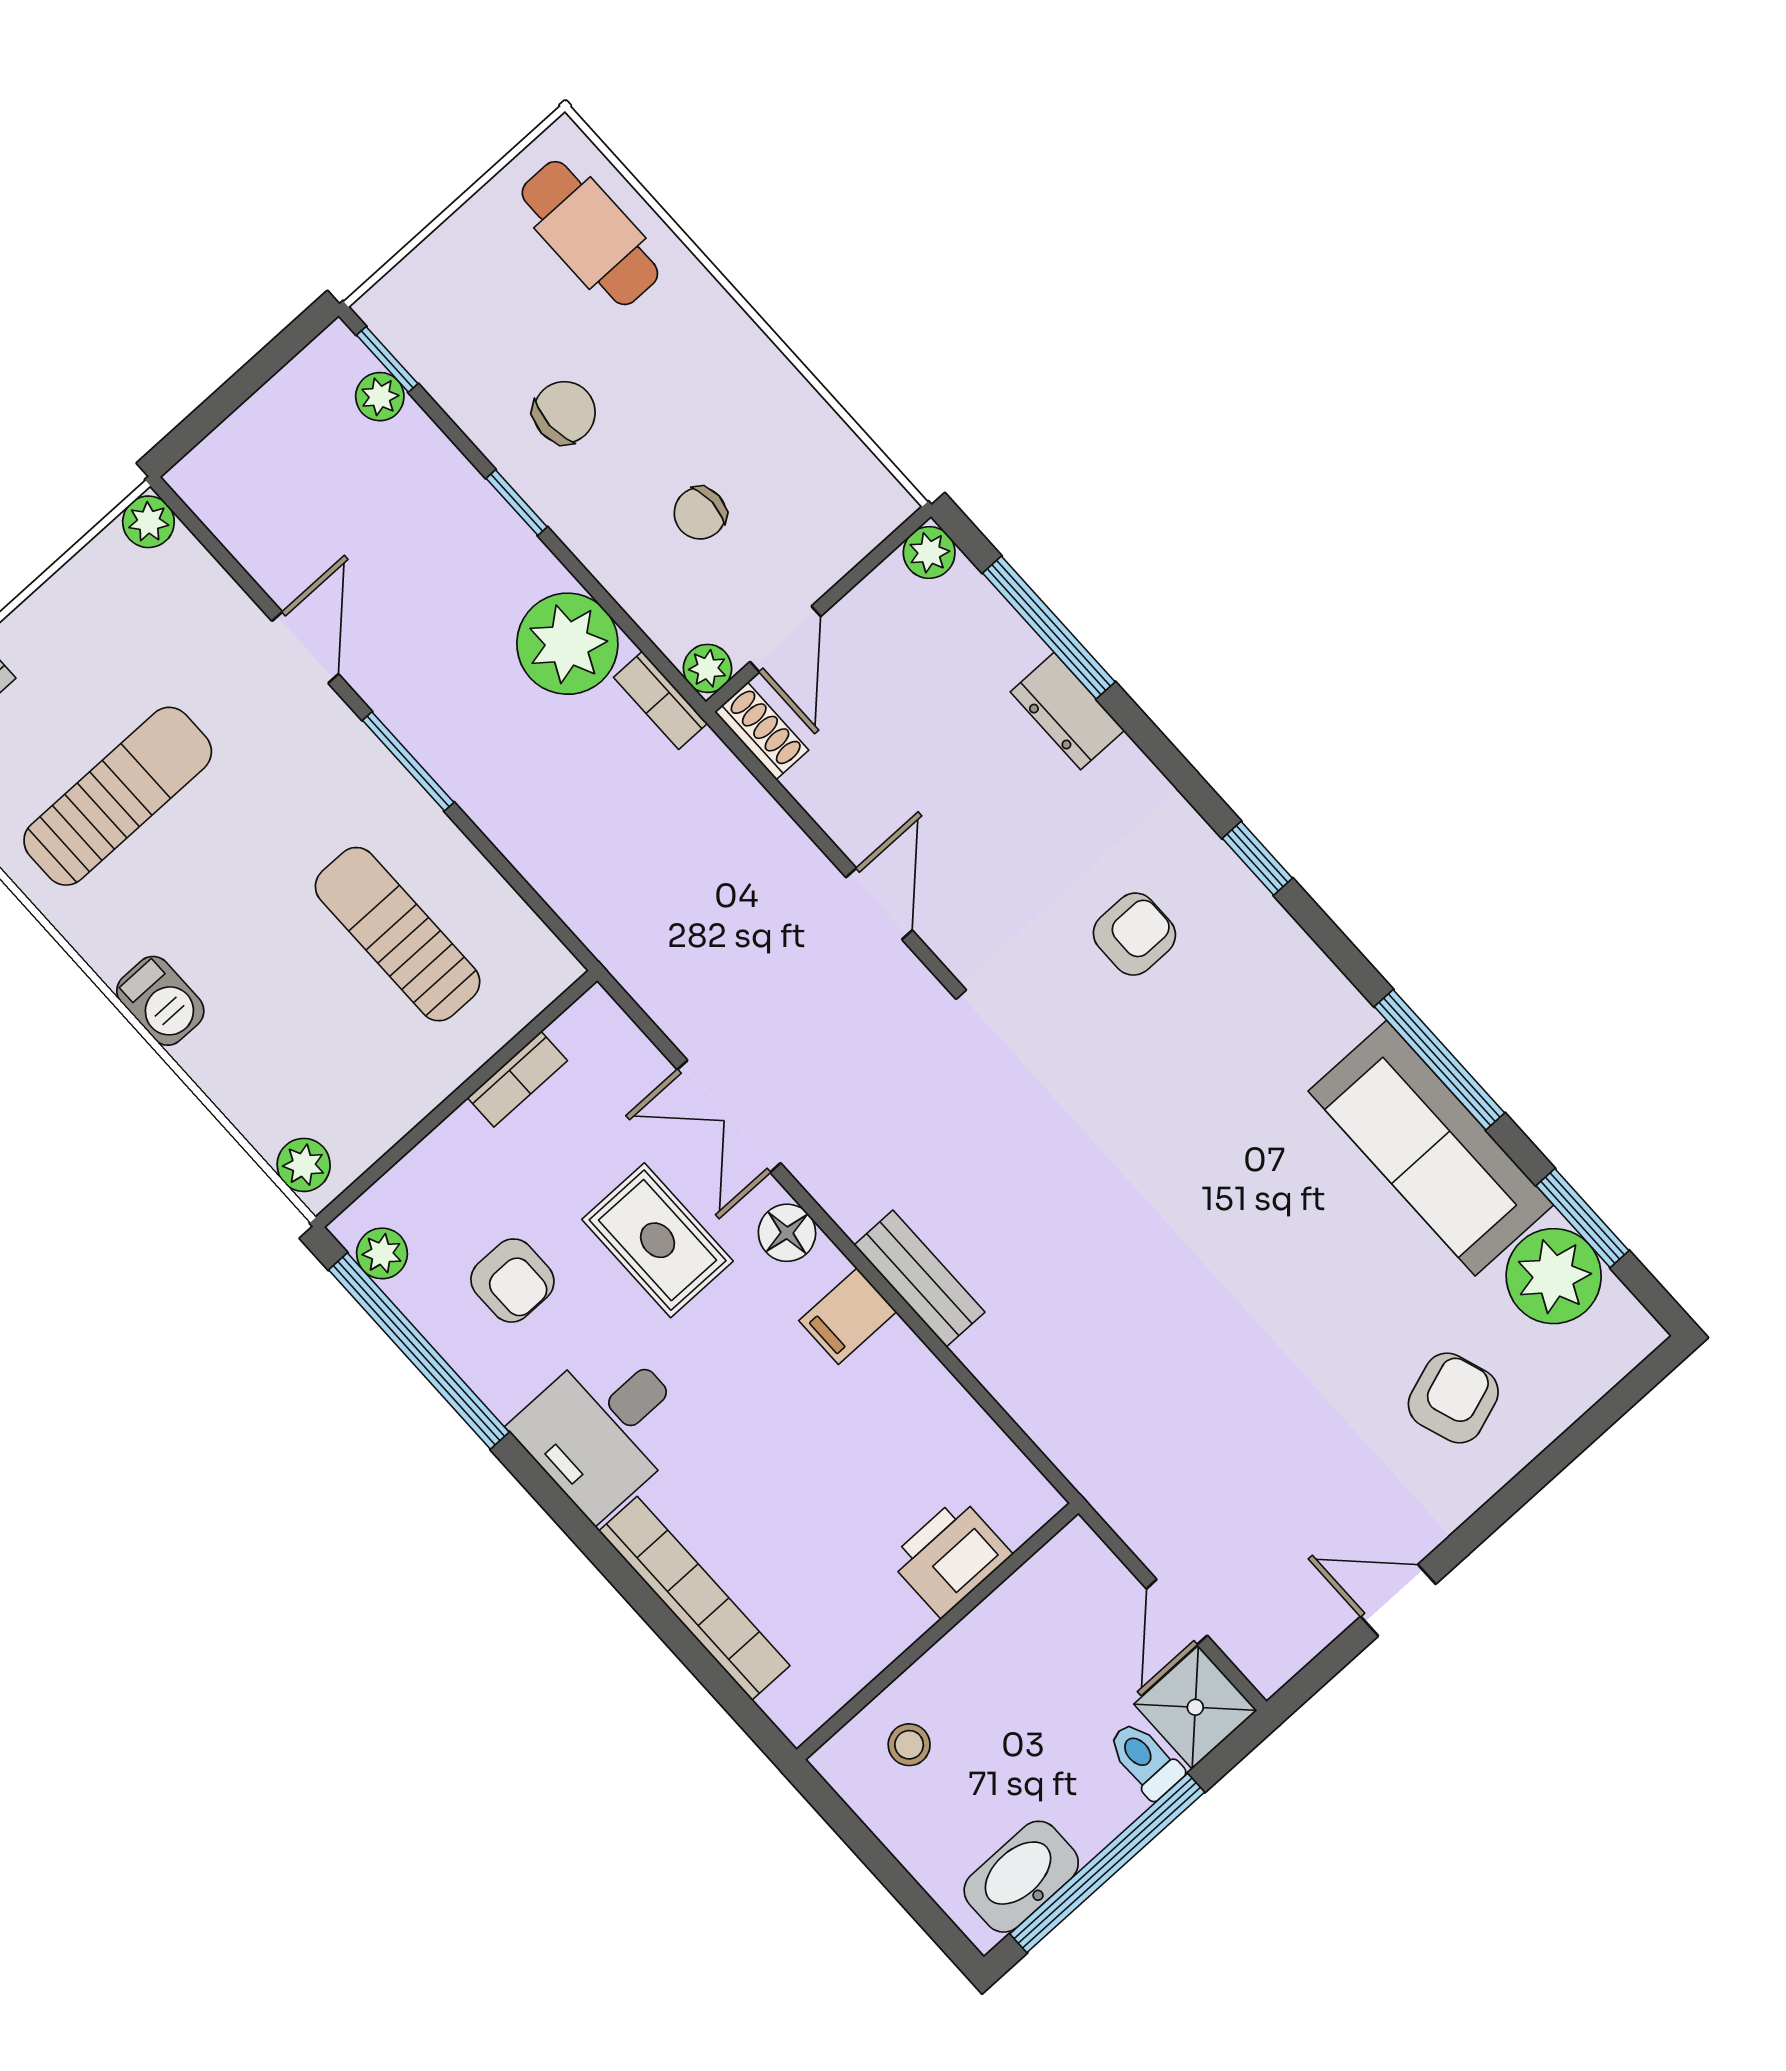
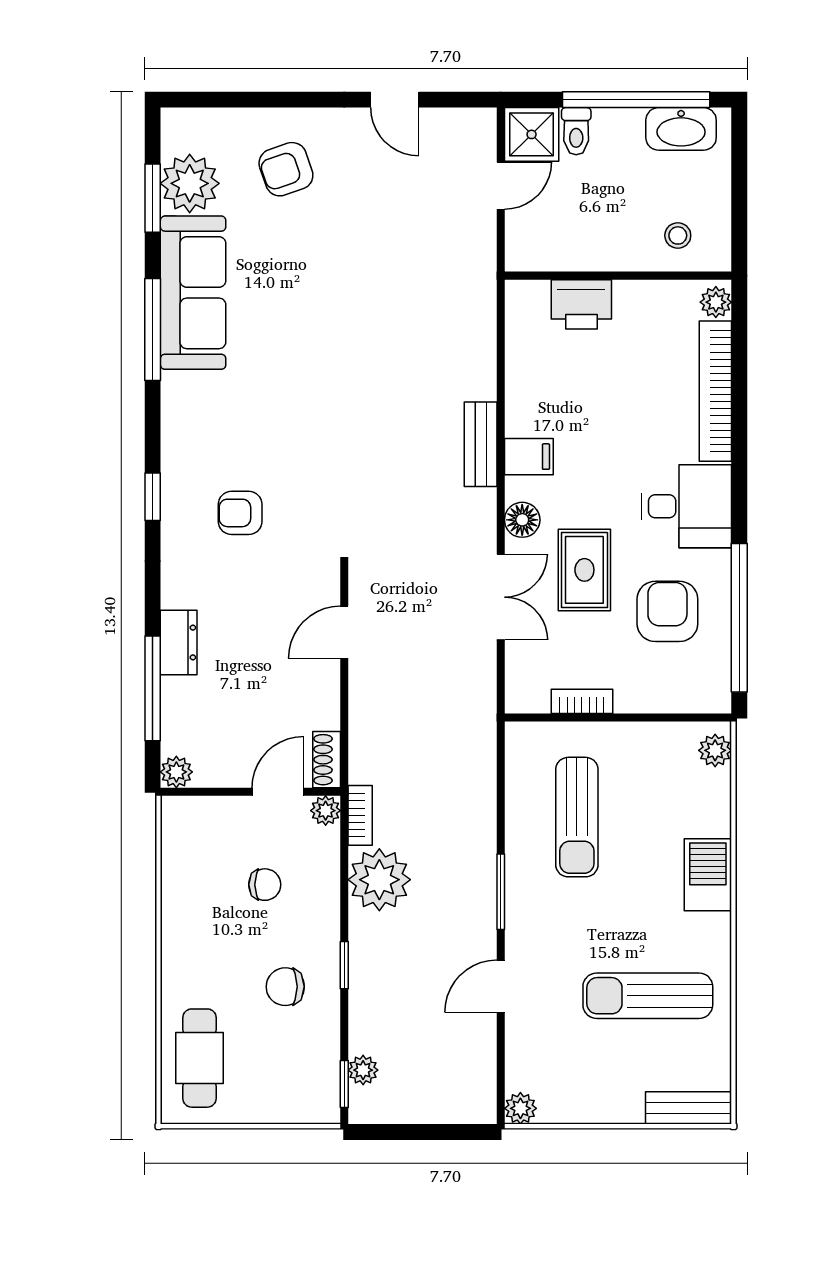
barbecue: (160, 1001) -> (708, 875), width x1.38, depth x1.27
plant: (382, 1253) -> (716, 302), moved
armchair: (512, 1281) -> (667, 611), width x1.38, depth x1.38

